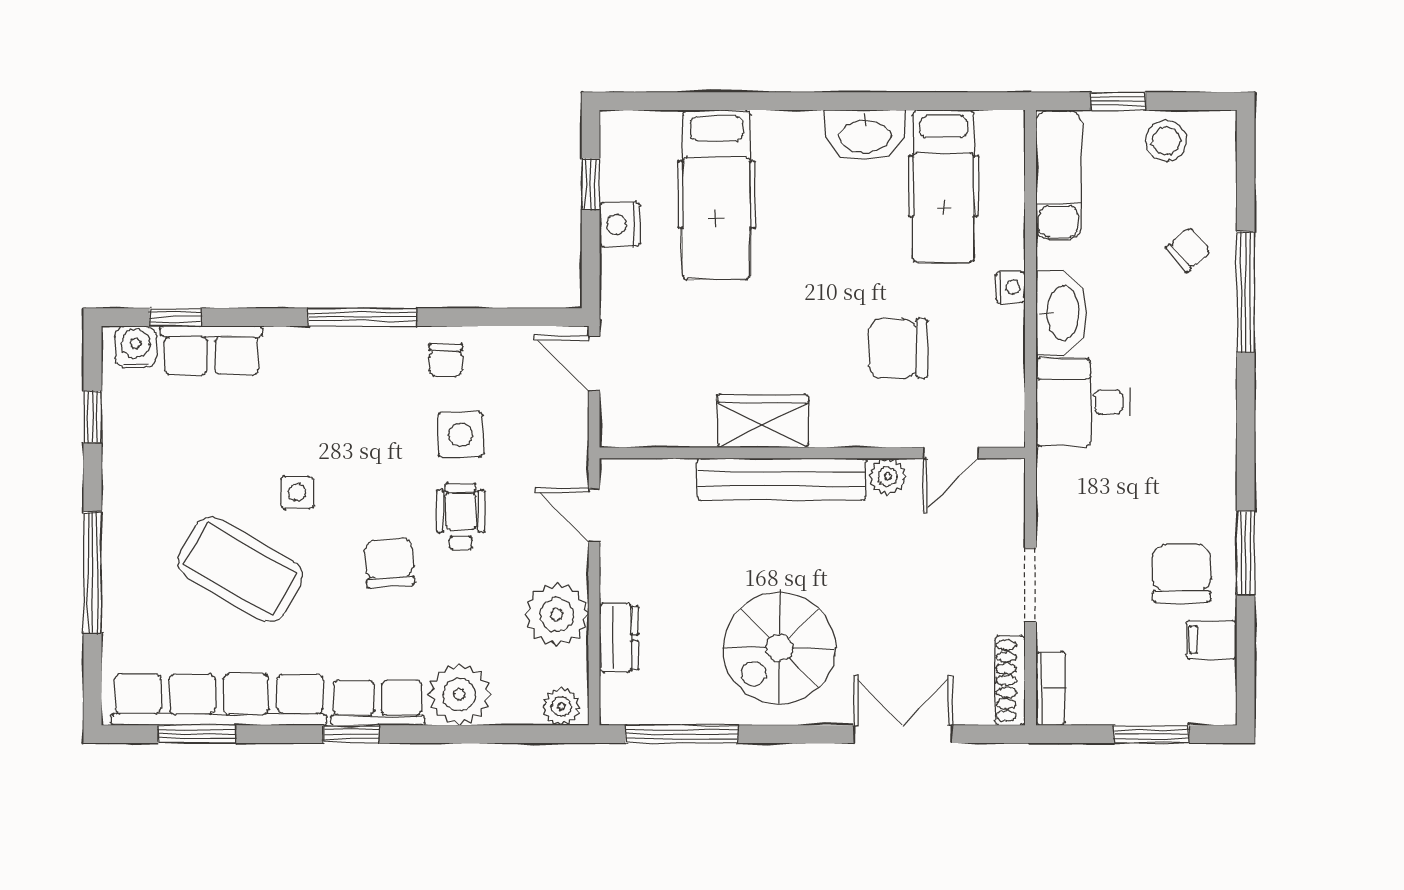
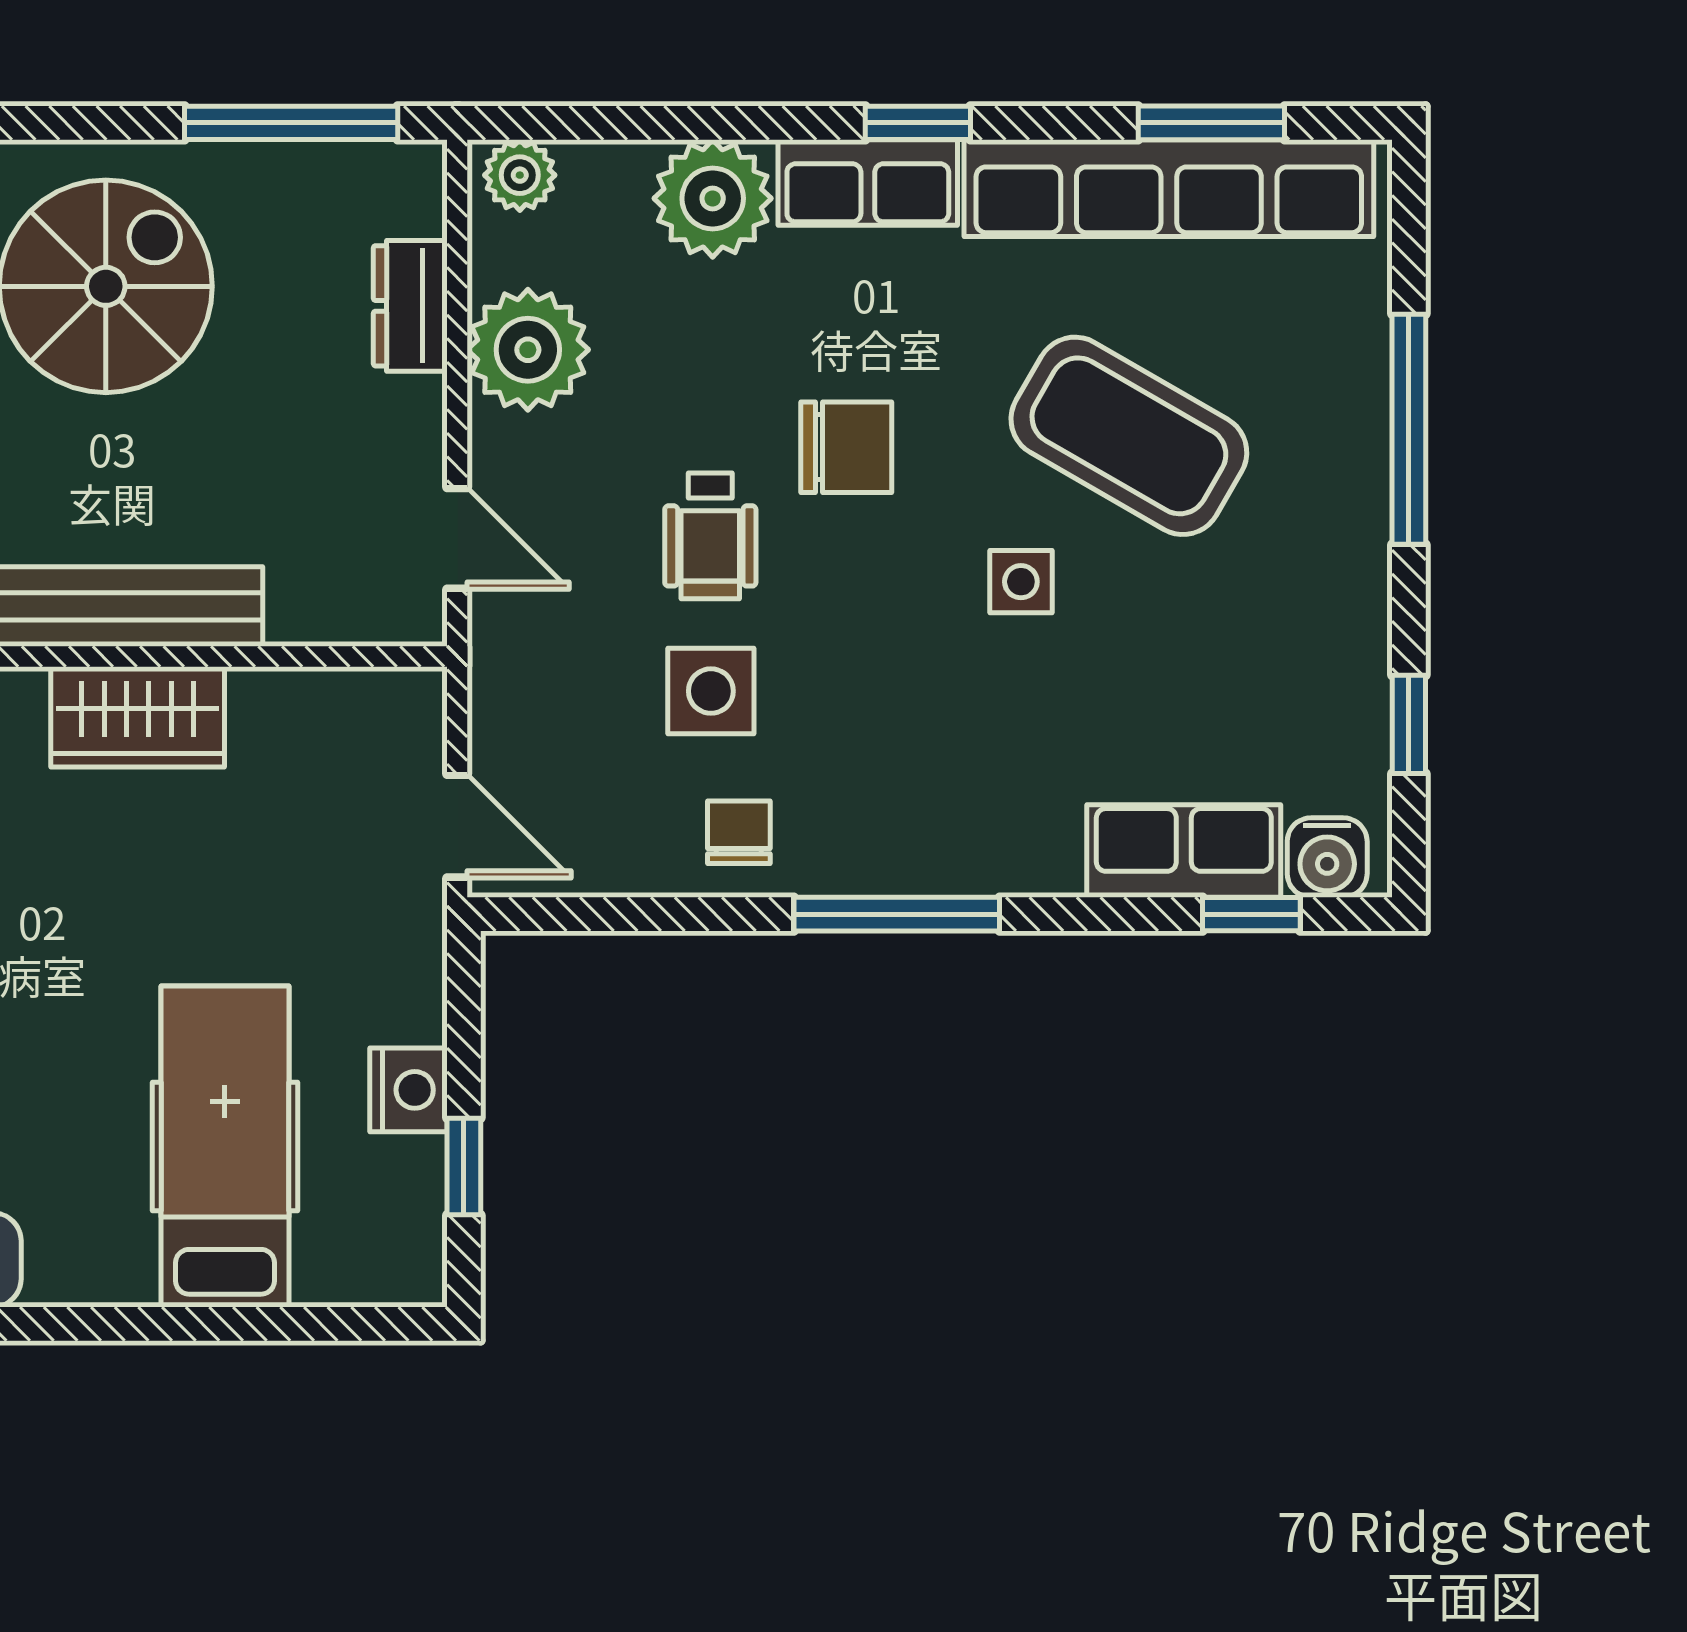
chair: (389, 563) -> (846, 447), turned -86

